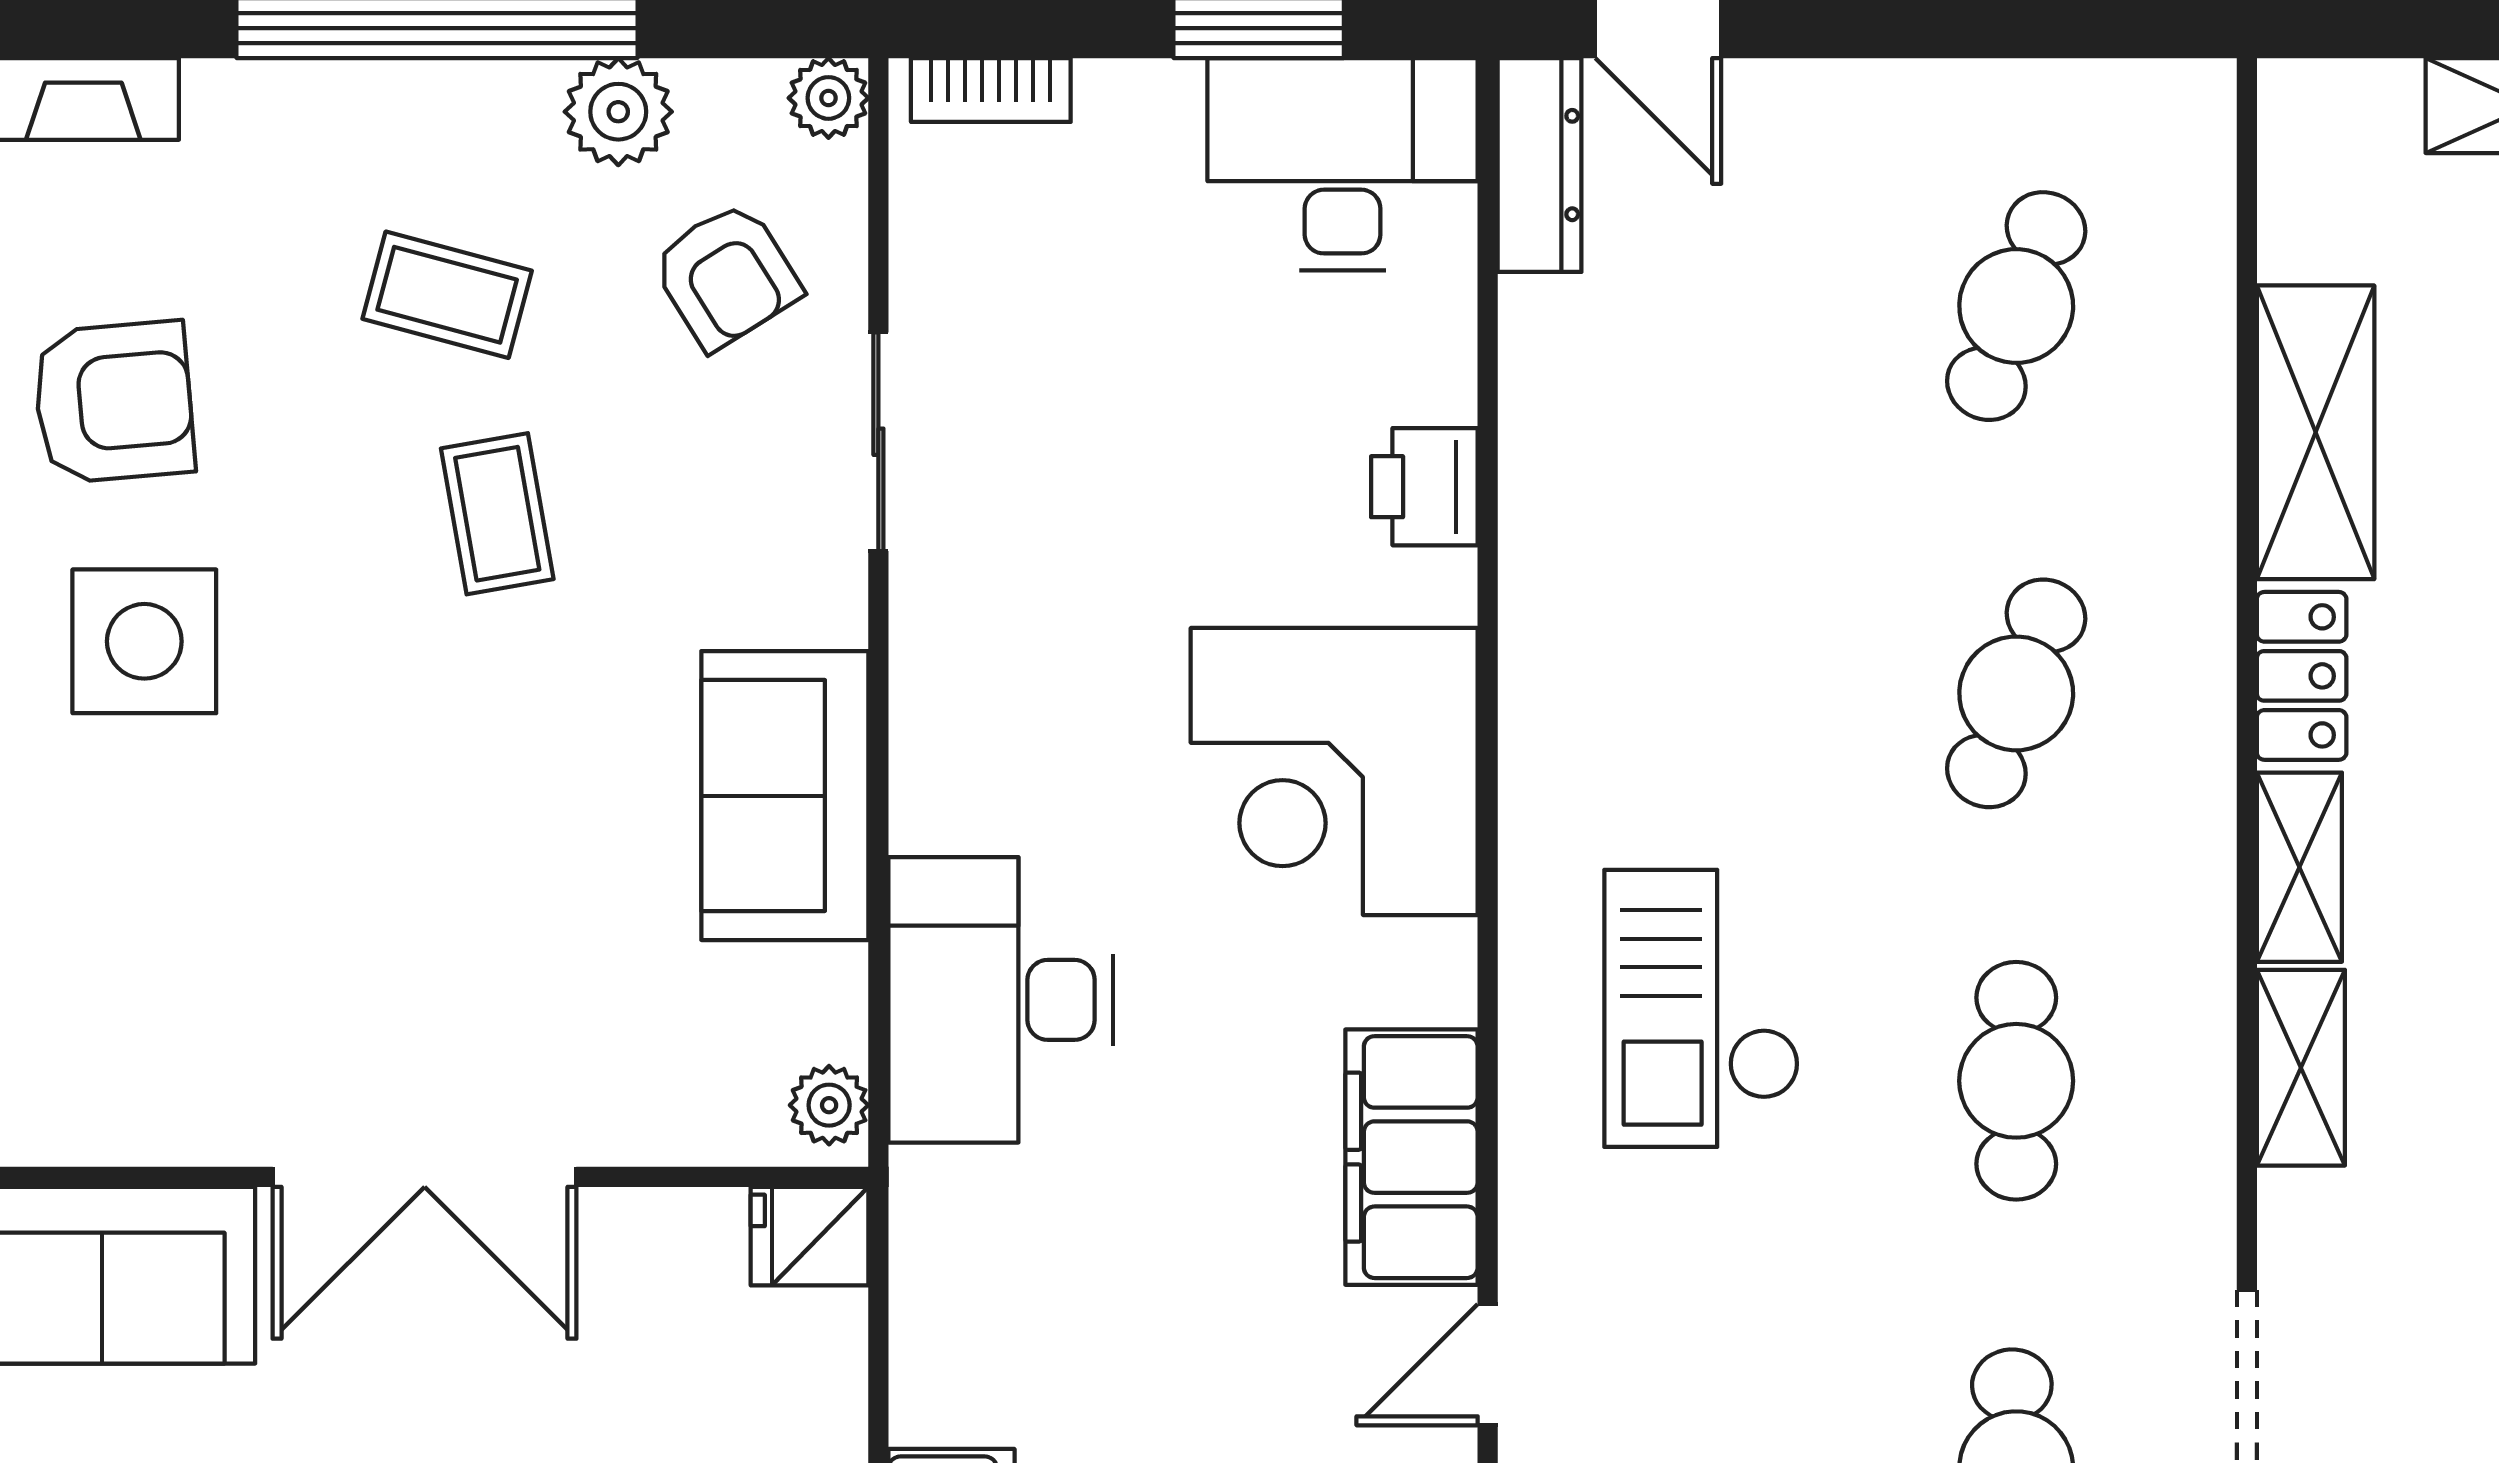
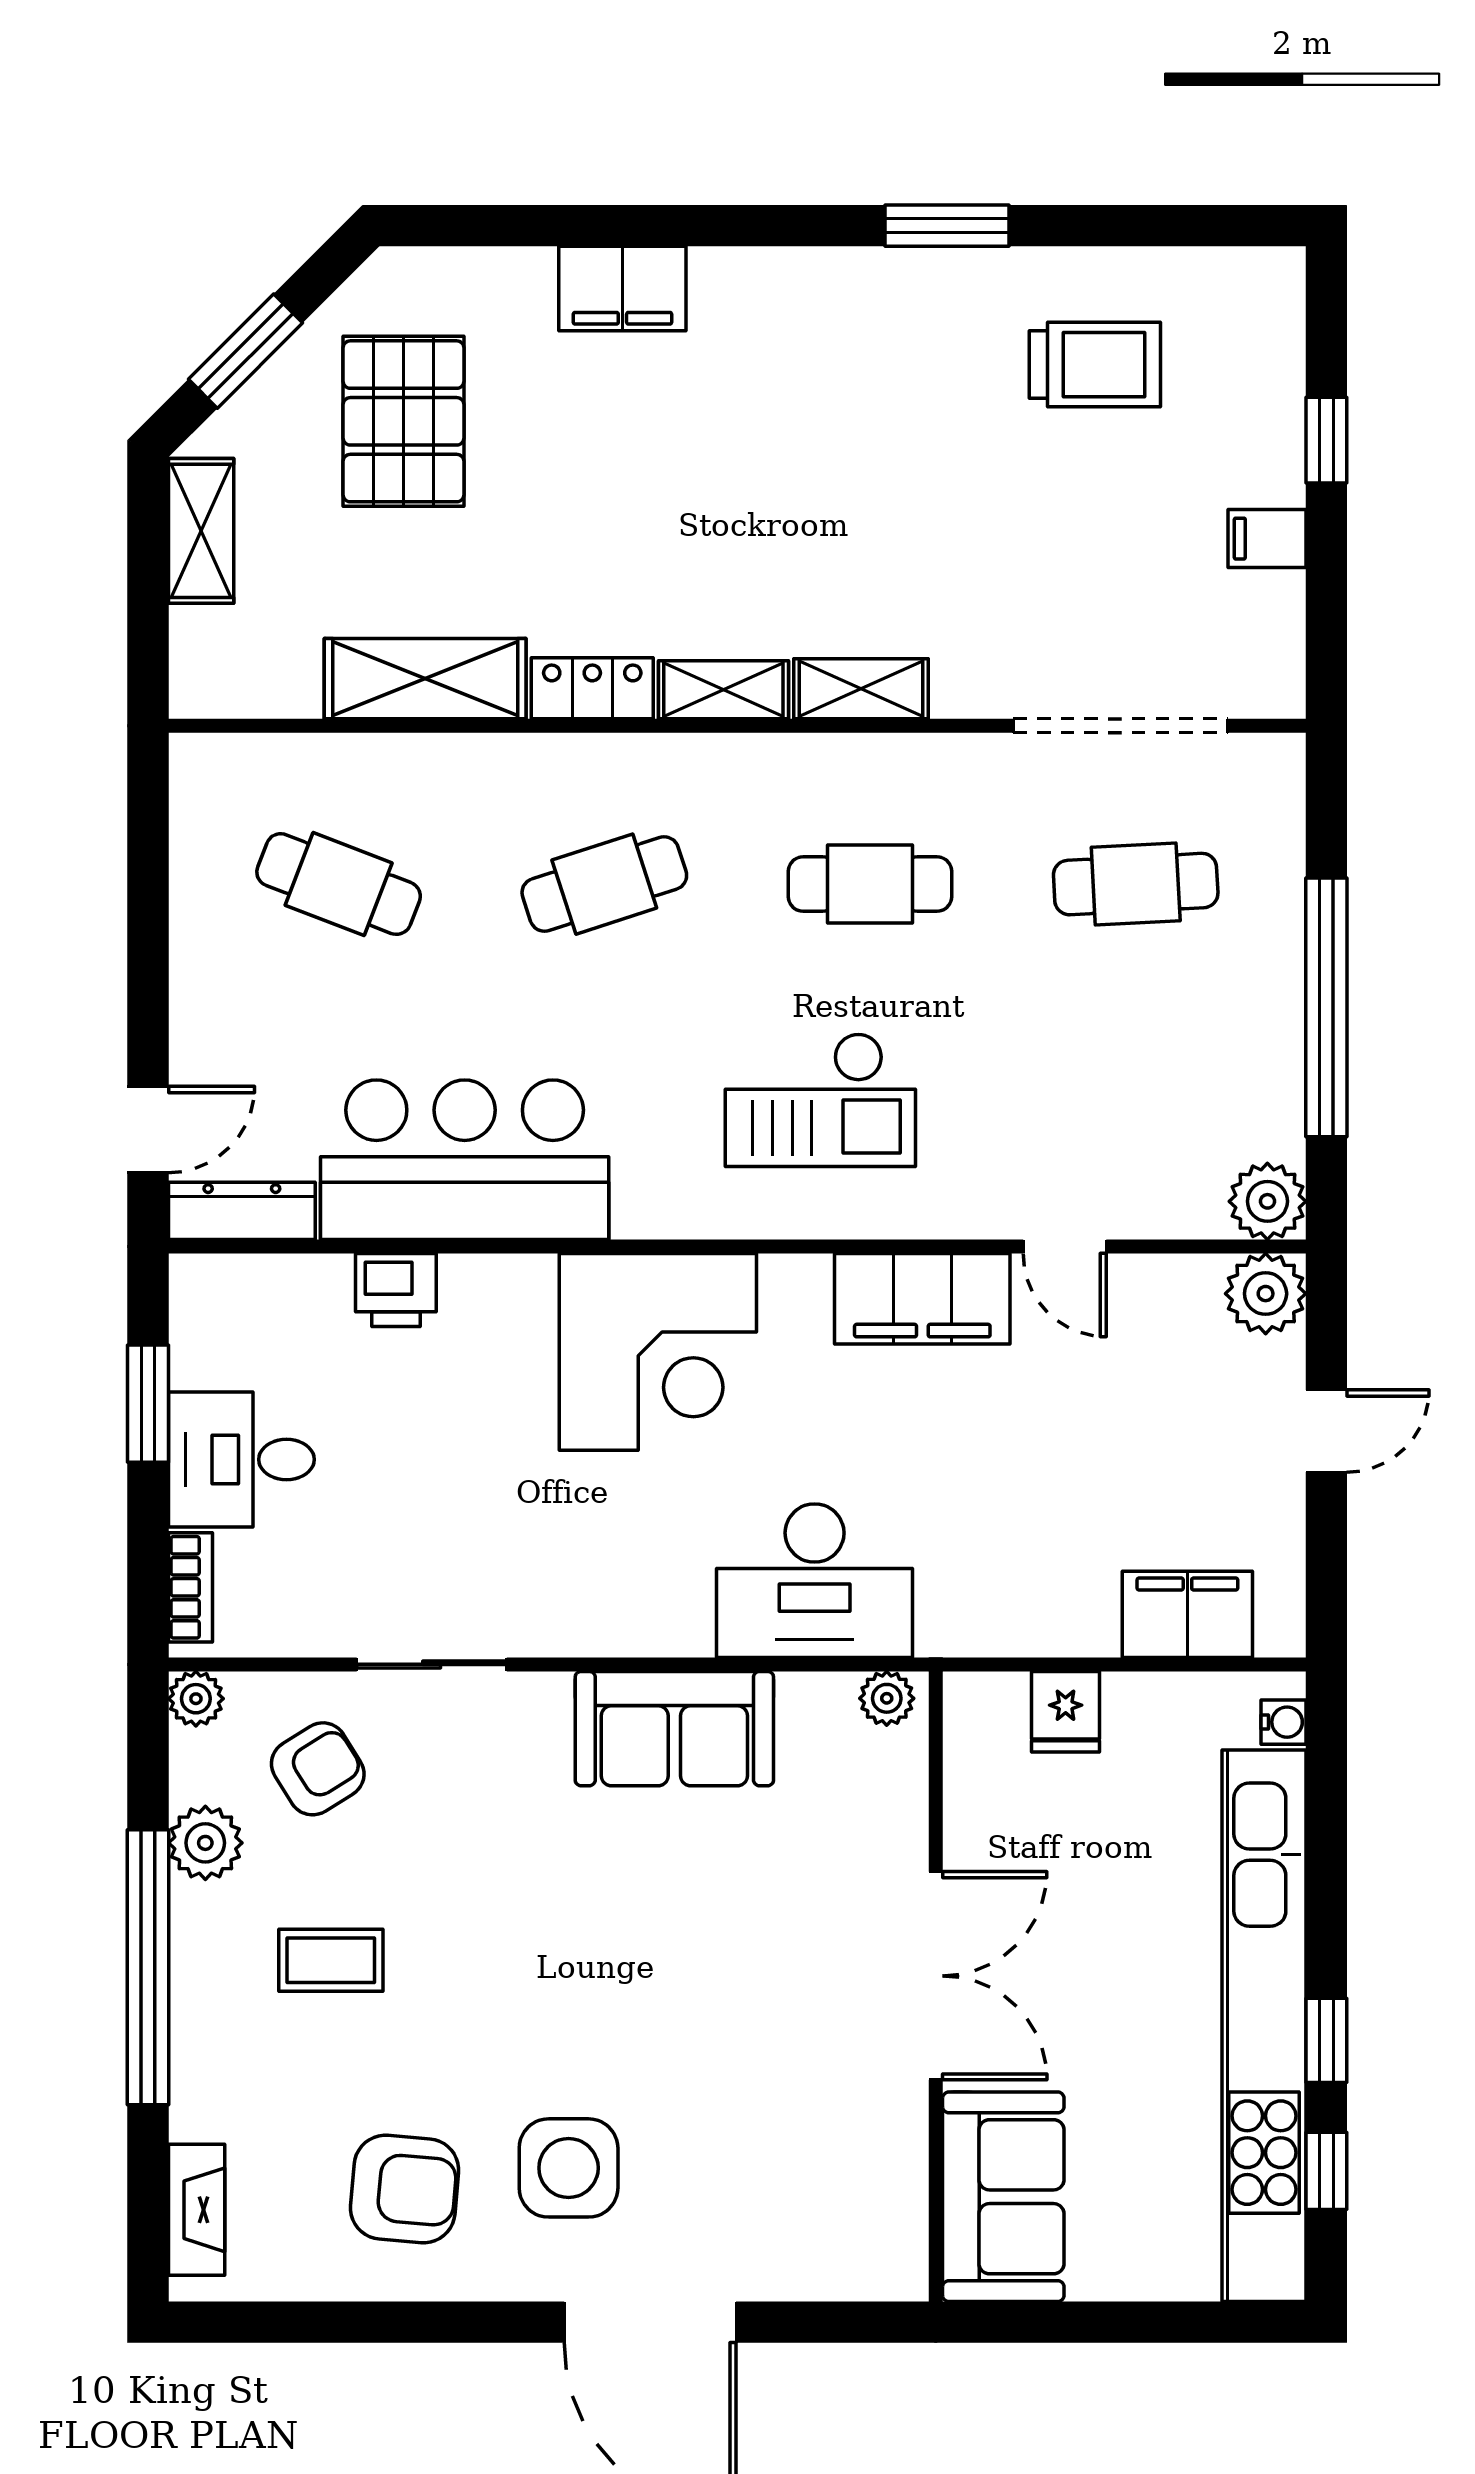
desk: (1343, 164) -> (241, 1459), moved, width x0.73
coffee table: (447, 295) -> (331, 1960), turned 75
armchair: (114, 402) -> (405, 2189), turned 100
printer: (1424, 487) -> (396, 1290), moved
bar counter: (1614, 490) -> (465, 1160), added
coffee table: (497, 514) -> (481, 1926), removed
cafe table: (2016, 693) -> (604, 884), turned -39
fridge: (810, 1236) -> (1066, 1712), moved

